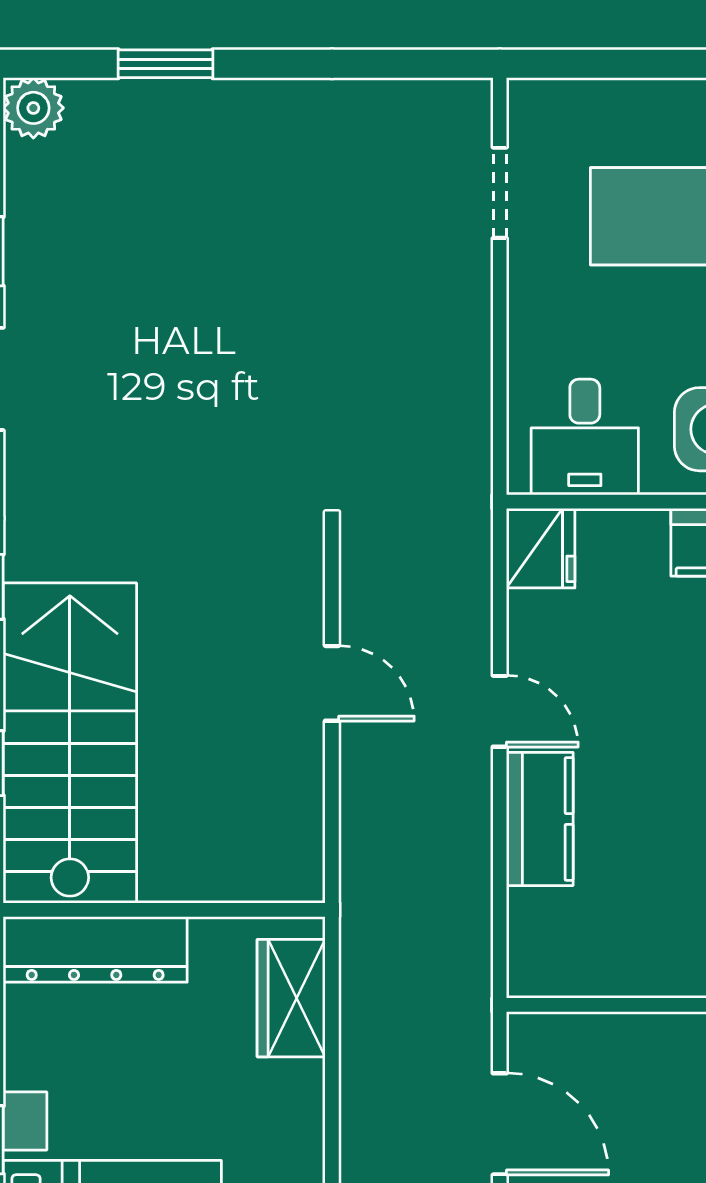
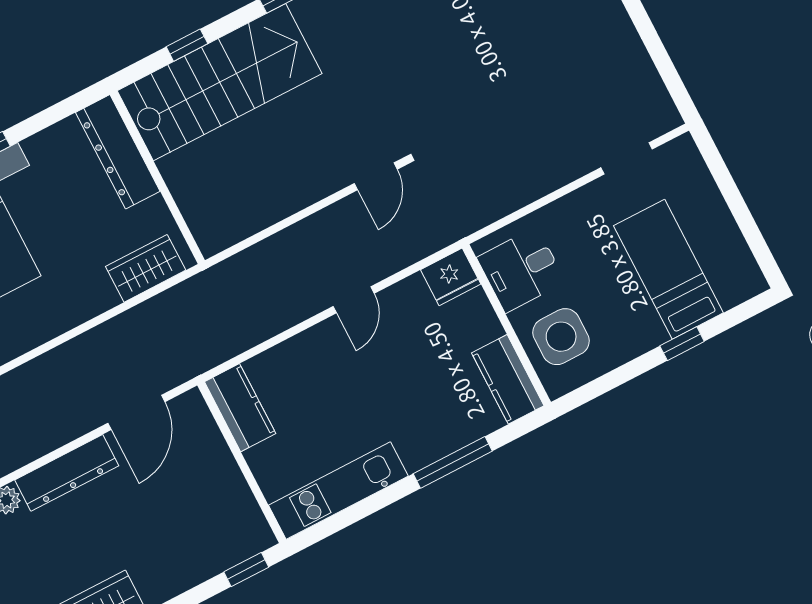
door: (332, 683) -> (376, 176), moved
kitchen counter: (540, 819) -> (240, 408), moved, turned -90

